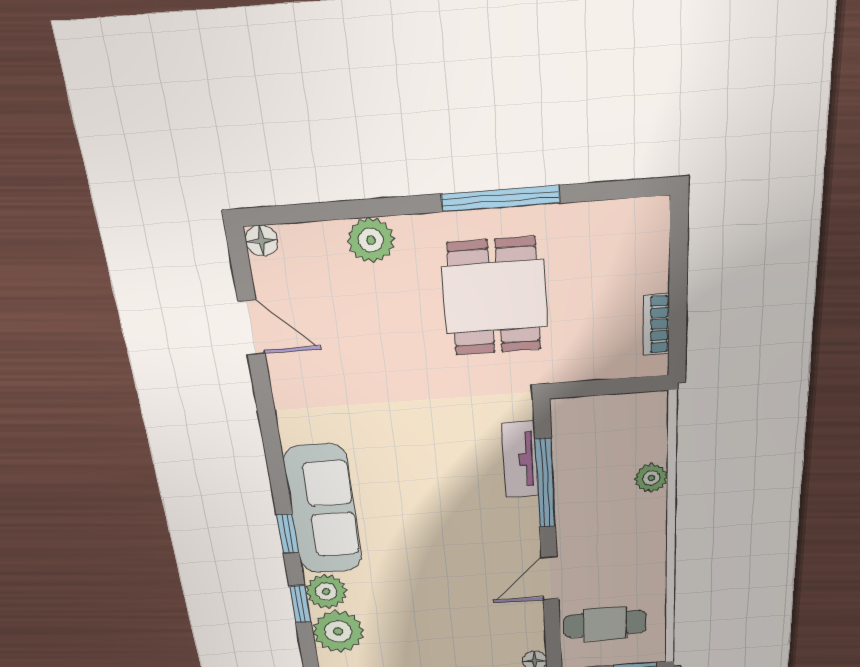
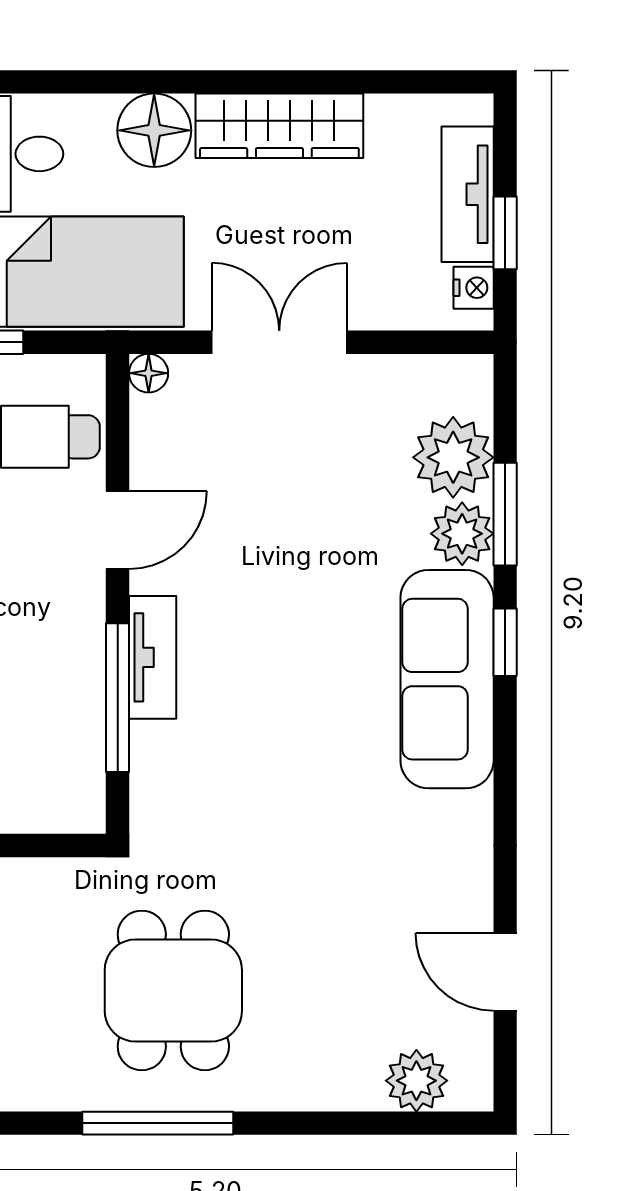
plant: (371, 240) -> (416, 1081), moved
floor lamp: (261, 241) -> (473, 1091), removed
tv unit: (520, 460) -> (153, 657), moved
window: (300, 604) -> (505, 514), width x1.50

